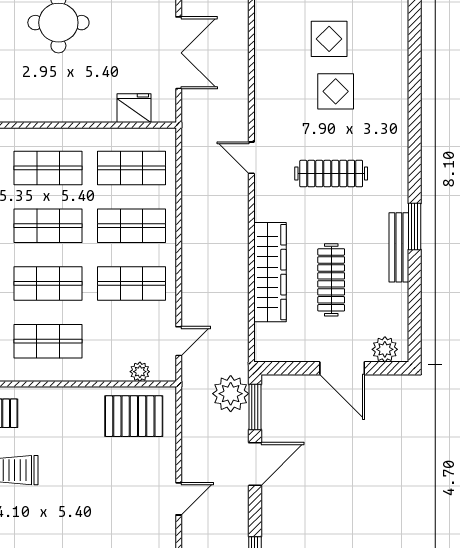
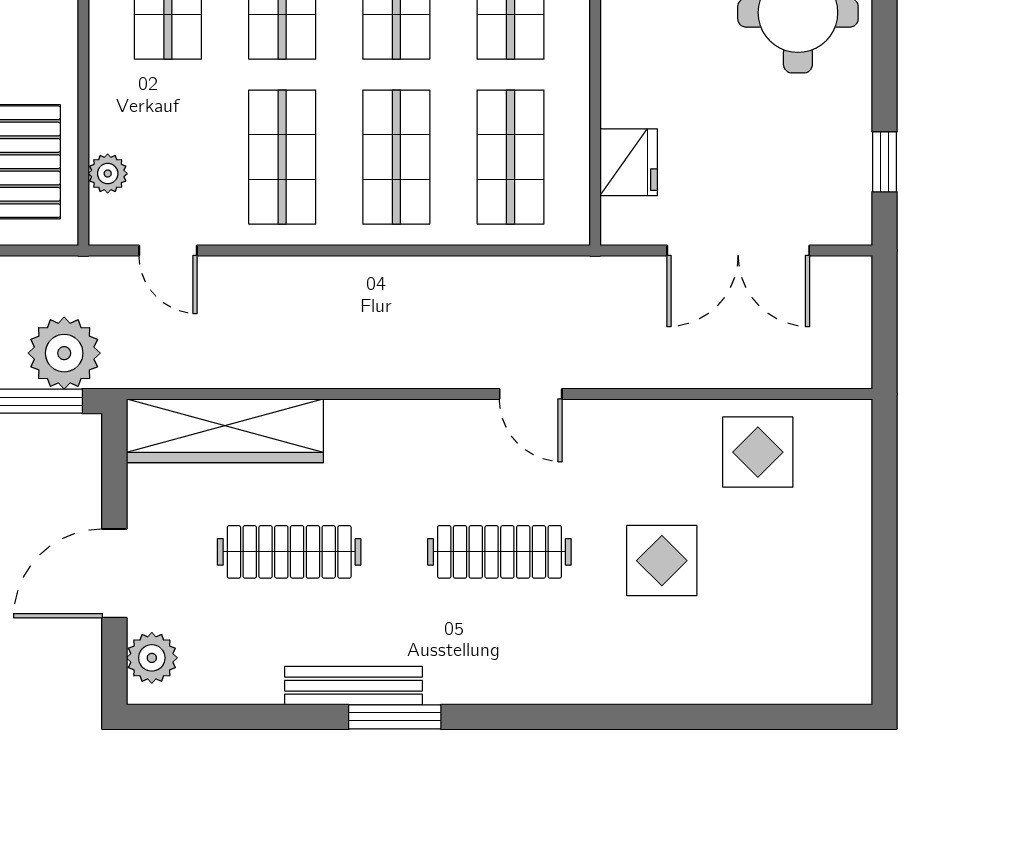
display table: (329, 39) -> (758, 452), moved
door: (251, 158) -> (531, 394), swing flipped
clothes rail: (331, 174) -> (499, 552), turned 90
wardrobe: (270, 272) -> (225, 431), moved

